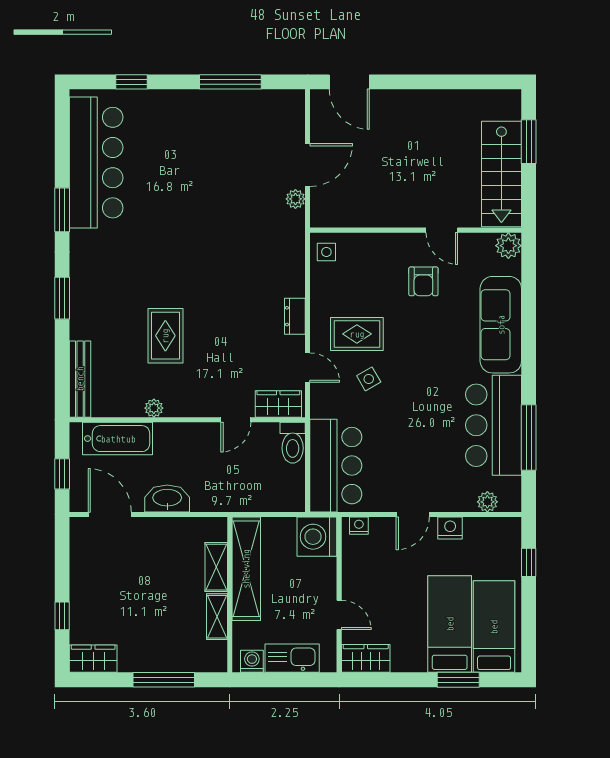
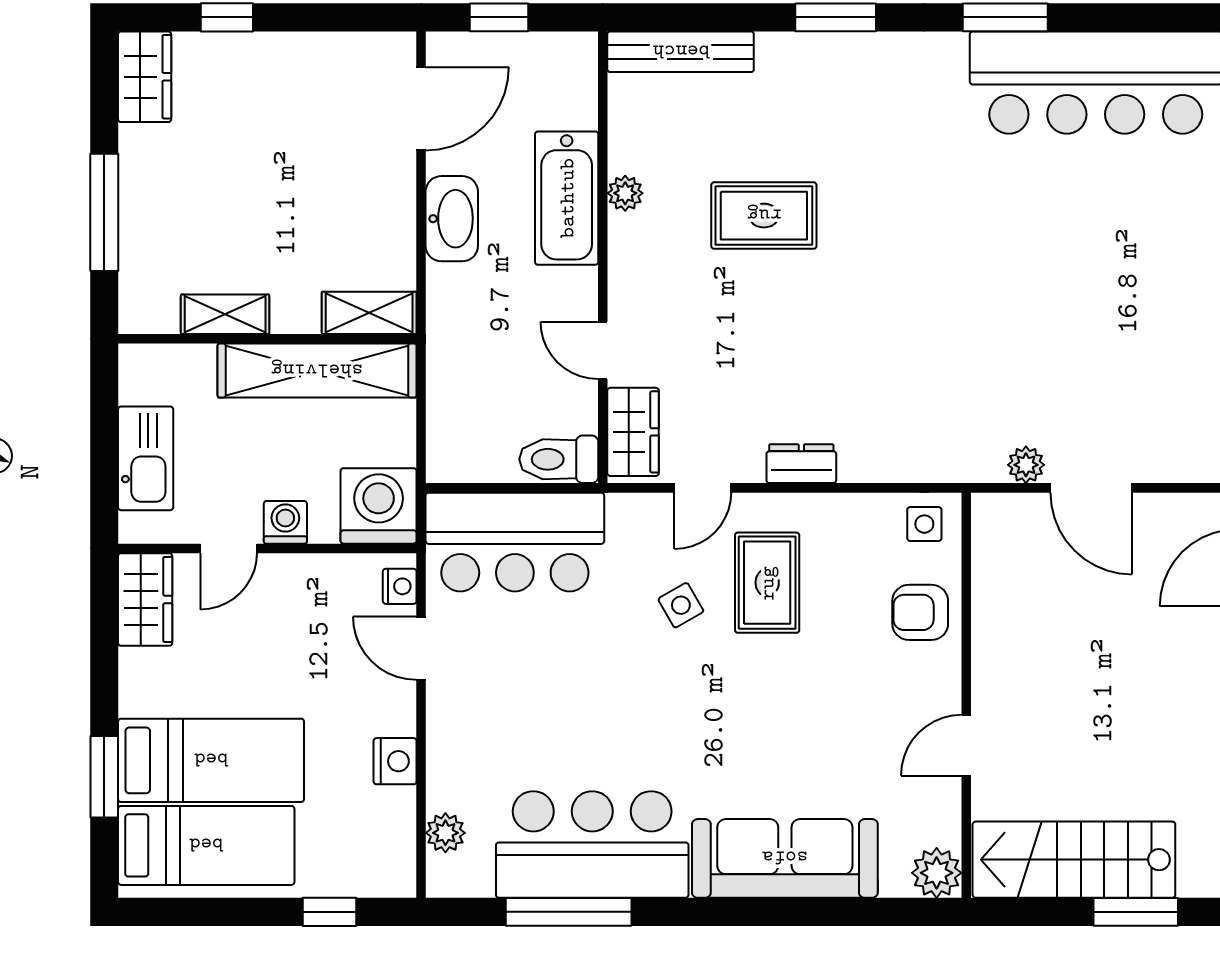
armchair: (423, 281) -> (920, 612), moved
bathtub: (118, 439) -> (567, 198), moved
door: (413, 514) -> (421, 648), moved
shelving: (216, 567) -> (369, 313), moved
washing machine: (252, 661) -> (285, 522), moved, turned -90

